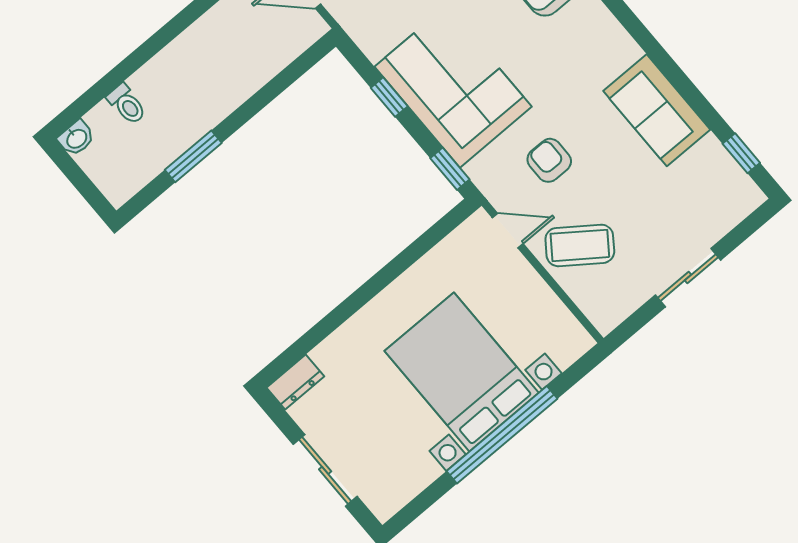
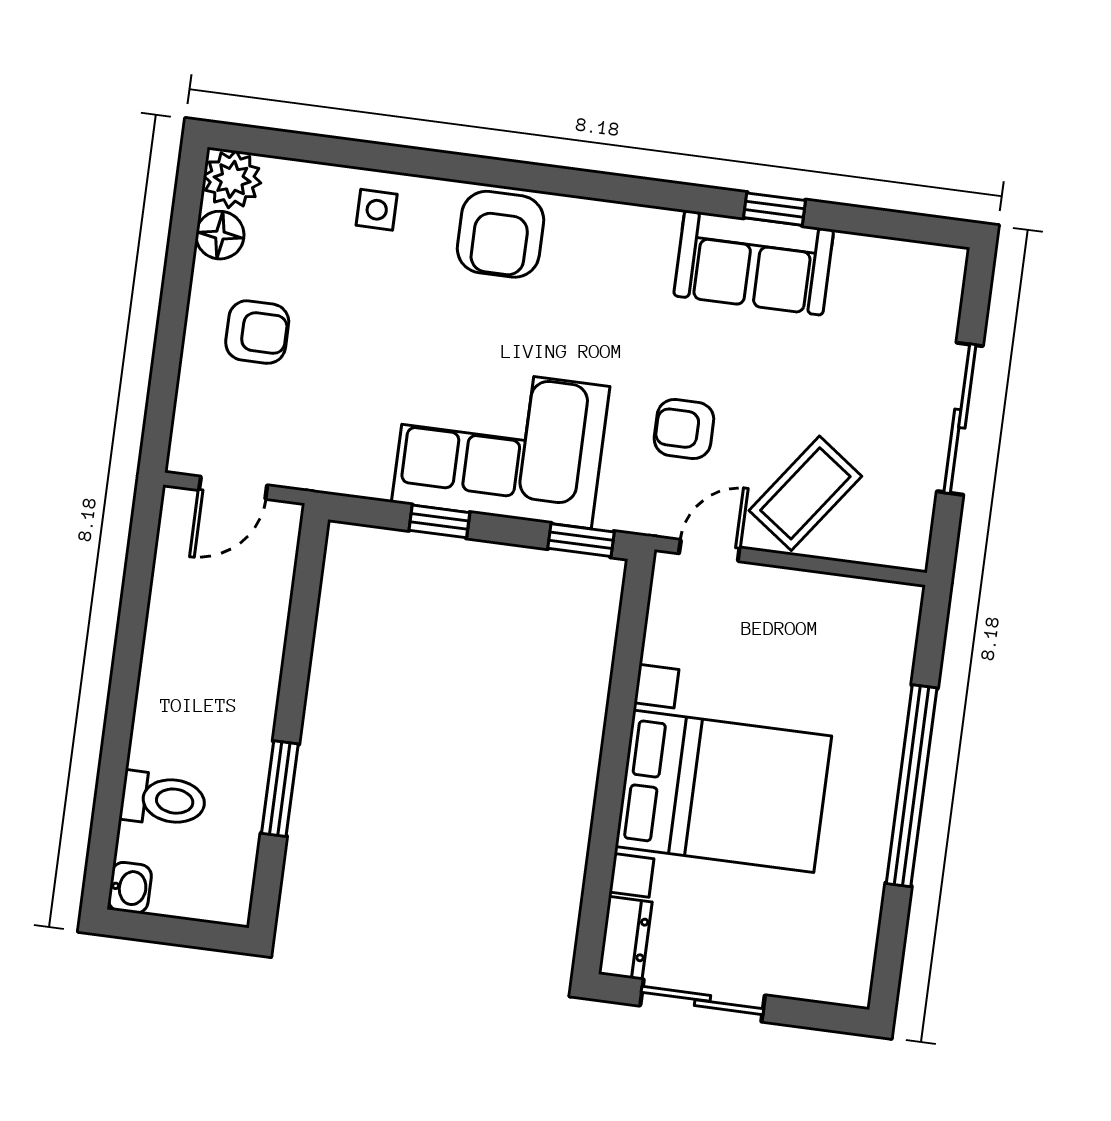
toilet: (127, 104) -> (163, 800), width x1.37, depth x1.39
window: (741, 153) -> (775, 209), moved
sliding door: (688, 278) -> (960, 419), width x1.37
bed with nightstands: (462, 372) -> (723, 791), moved, turned 180
sliding door: (325, 470) -> (702, 1001), moved

